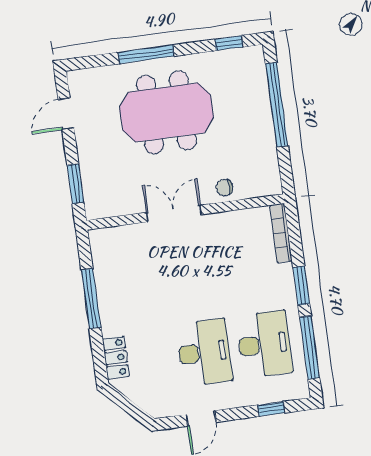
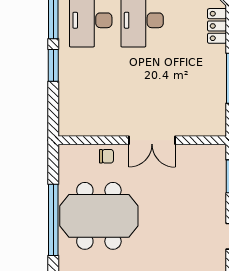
meeting table: (166, 112) -> (99, 216), moved
bookcase: (281, 233) -> (64, 112), removed

